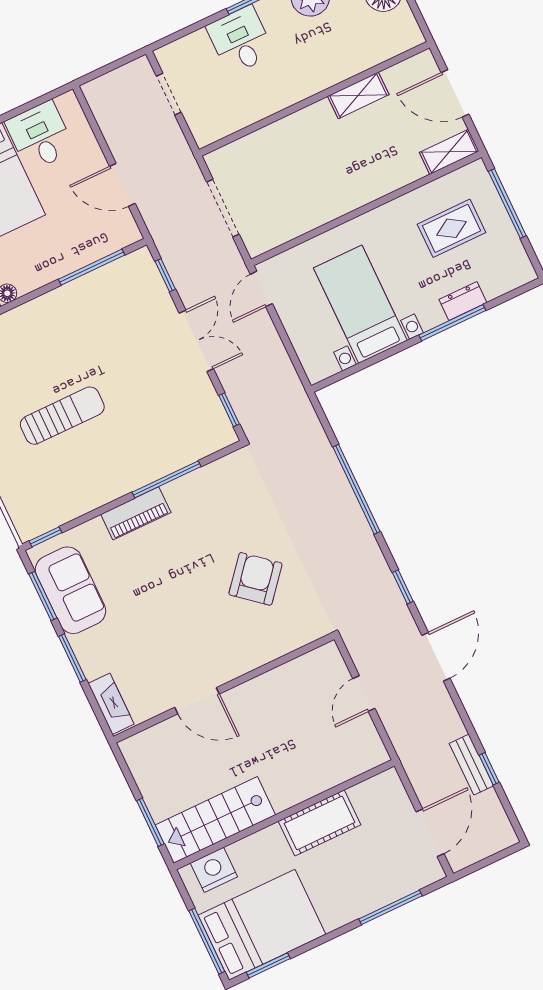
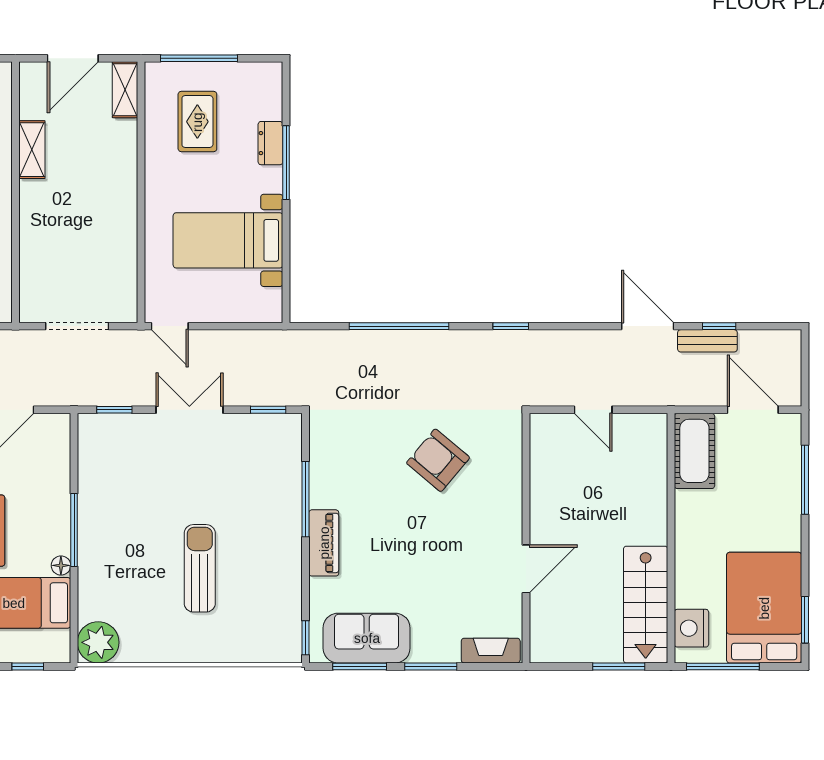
window: (92, 267) -> (74, 530), moved
door: (436, 657) -> (648, 326), moved
cot: (319, 823) -> (694, 451), moved
window: (207, 941) -> (723, 666), moved

